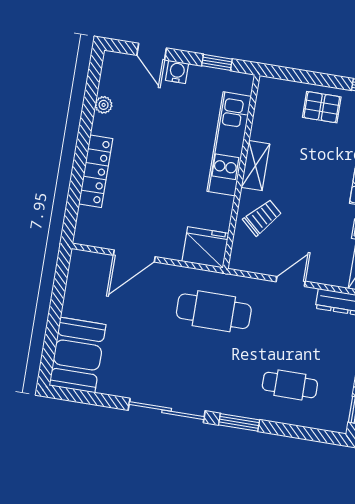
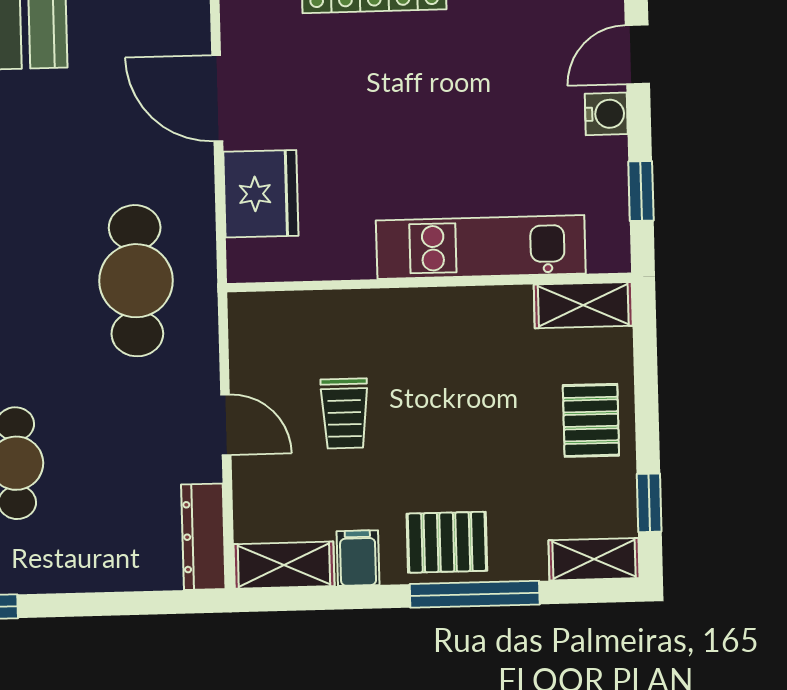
shelving: (255, 166) -> (583, 305), moved
trolley: (262, 217) -> (344, 413), moved, turned 48
fridge: (205, 247) -> (261, 194), moved

